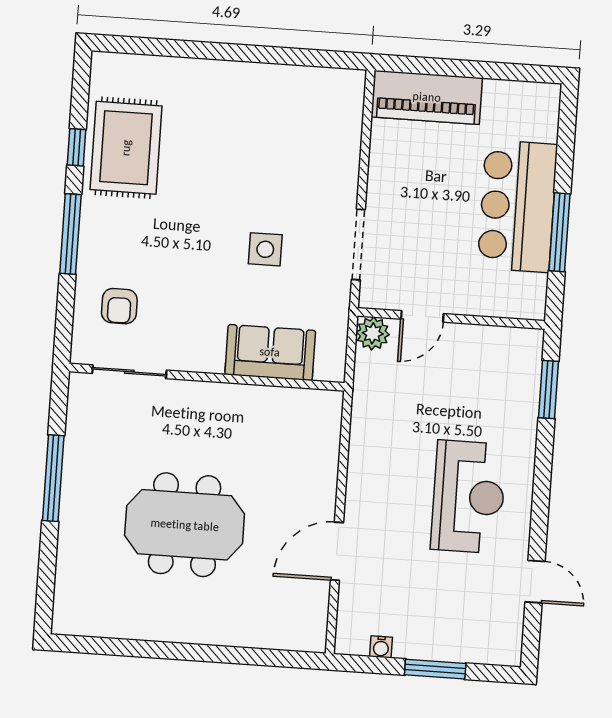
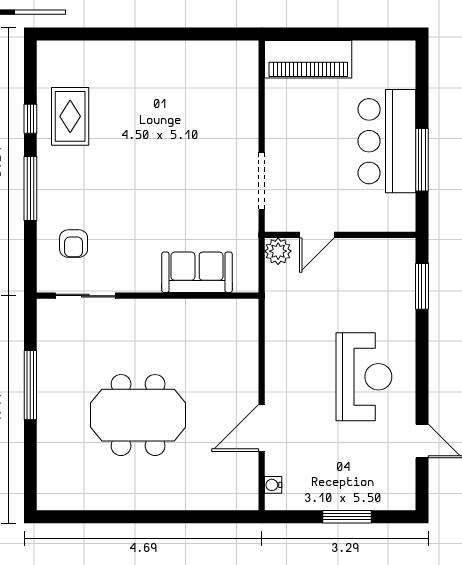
rug: (126, 148) -> (70, 116), width x0.73, depth x0.70
side table: (265, 249) -> (187, 190), removed
water cooler: (381, 647) -> (273, 485), moved, turned 90

